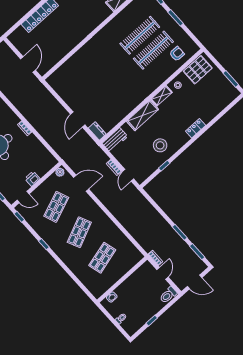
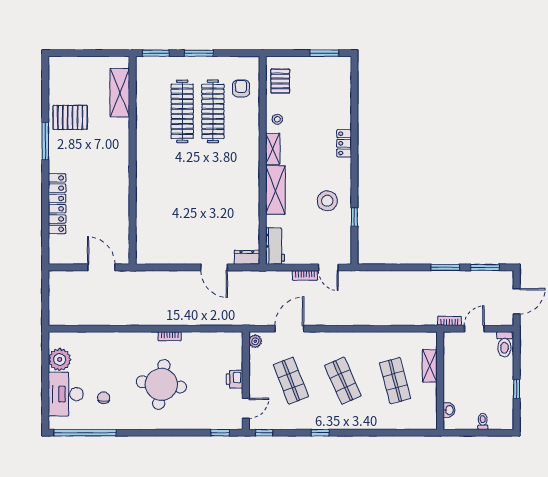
pallet: (198, 70) -> (280, 81), width x0.67, depth x0.71
shelving: (125, 268) -> (430, 366), added
door: (163, 273) -> (474, 329), hinge flipped

